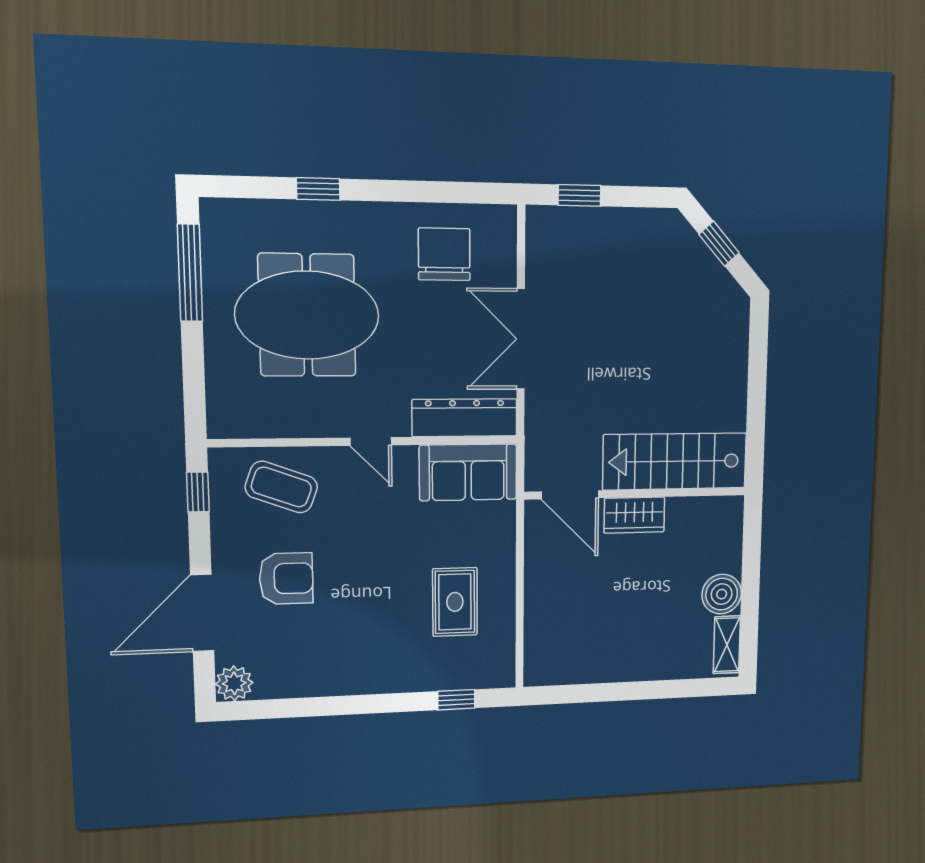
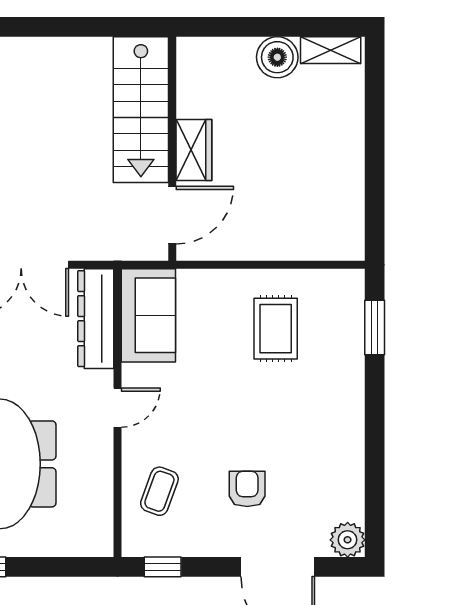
coffee table: (281, 487) -> (159, 491), width x0.73, depth x0.77
armchair: (286, 579) -> (247, 489), width x0.72, depth x0.72
rug: (455, 602) -> (276, 329), turned 90
window: (456, 700) -> (375, 328), width x1.50

